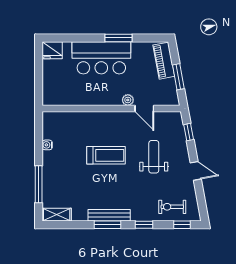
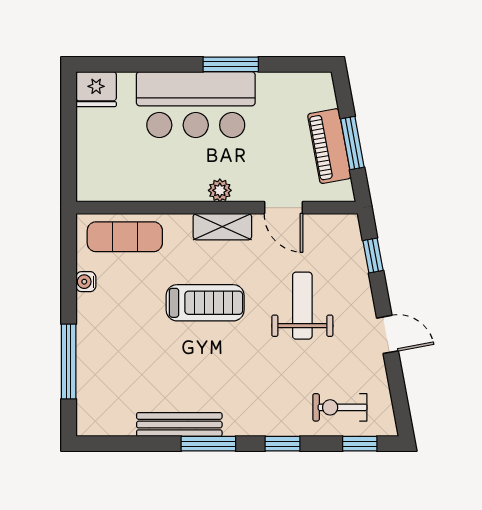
piano: (164, 61) -> (329, 146), moved
plant: (128, 100) -> (220, 190), moved
exercise mat: (66, 123) -> (125, 237), added
shelving: (57, 215) -> (222, 227), moved
bench: (109, 215) -> (179, 425), moved

